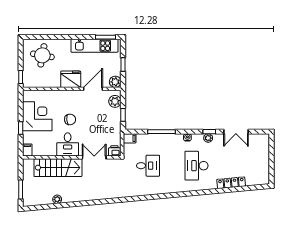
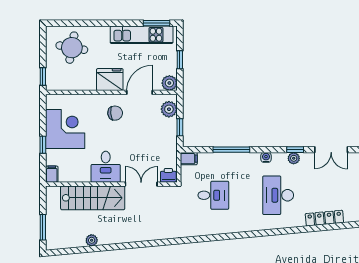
chair: (70, 119) -> (115, 113), moved

